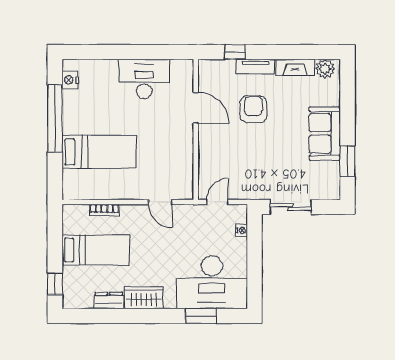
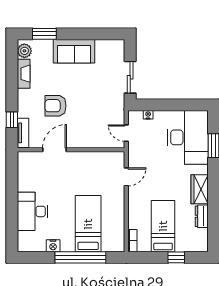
tv unit: (255, 67) -> (23, 133), moved
desk: (144, 79) -> (32, 211), moved
nightstand: (70, 80) -> (53, 246), moved
window: (55, 118) -> (80, 257), moved
window: (347, 161) -> (44, 34), moved
bookcase: (104, 210) -> (132, 241), moved
window: (55, 284) -> (176, 257), moved

